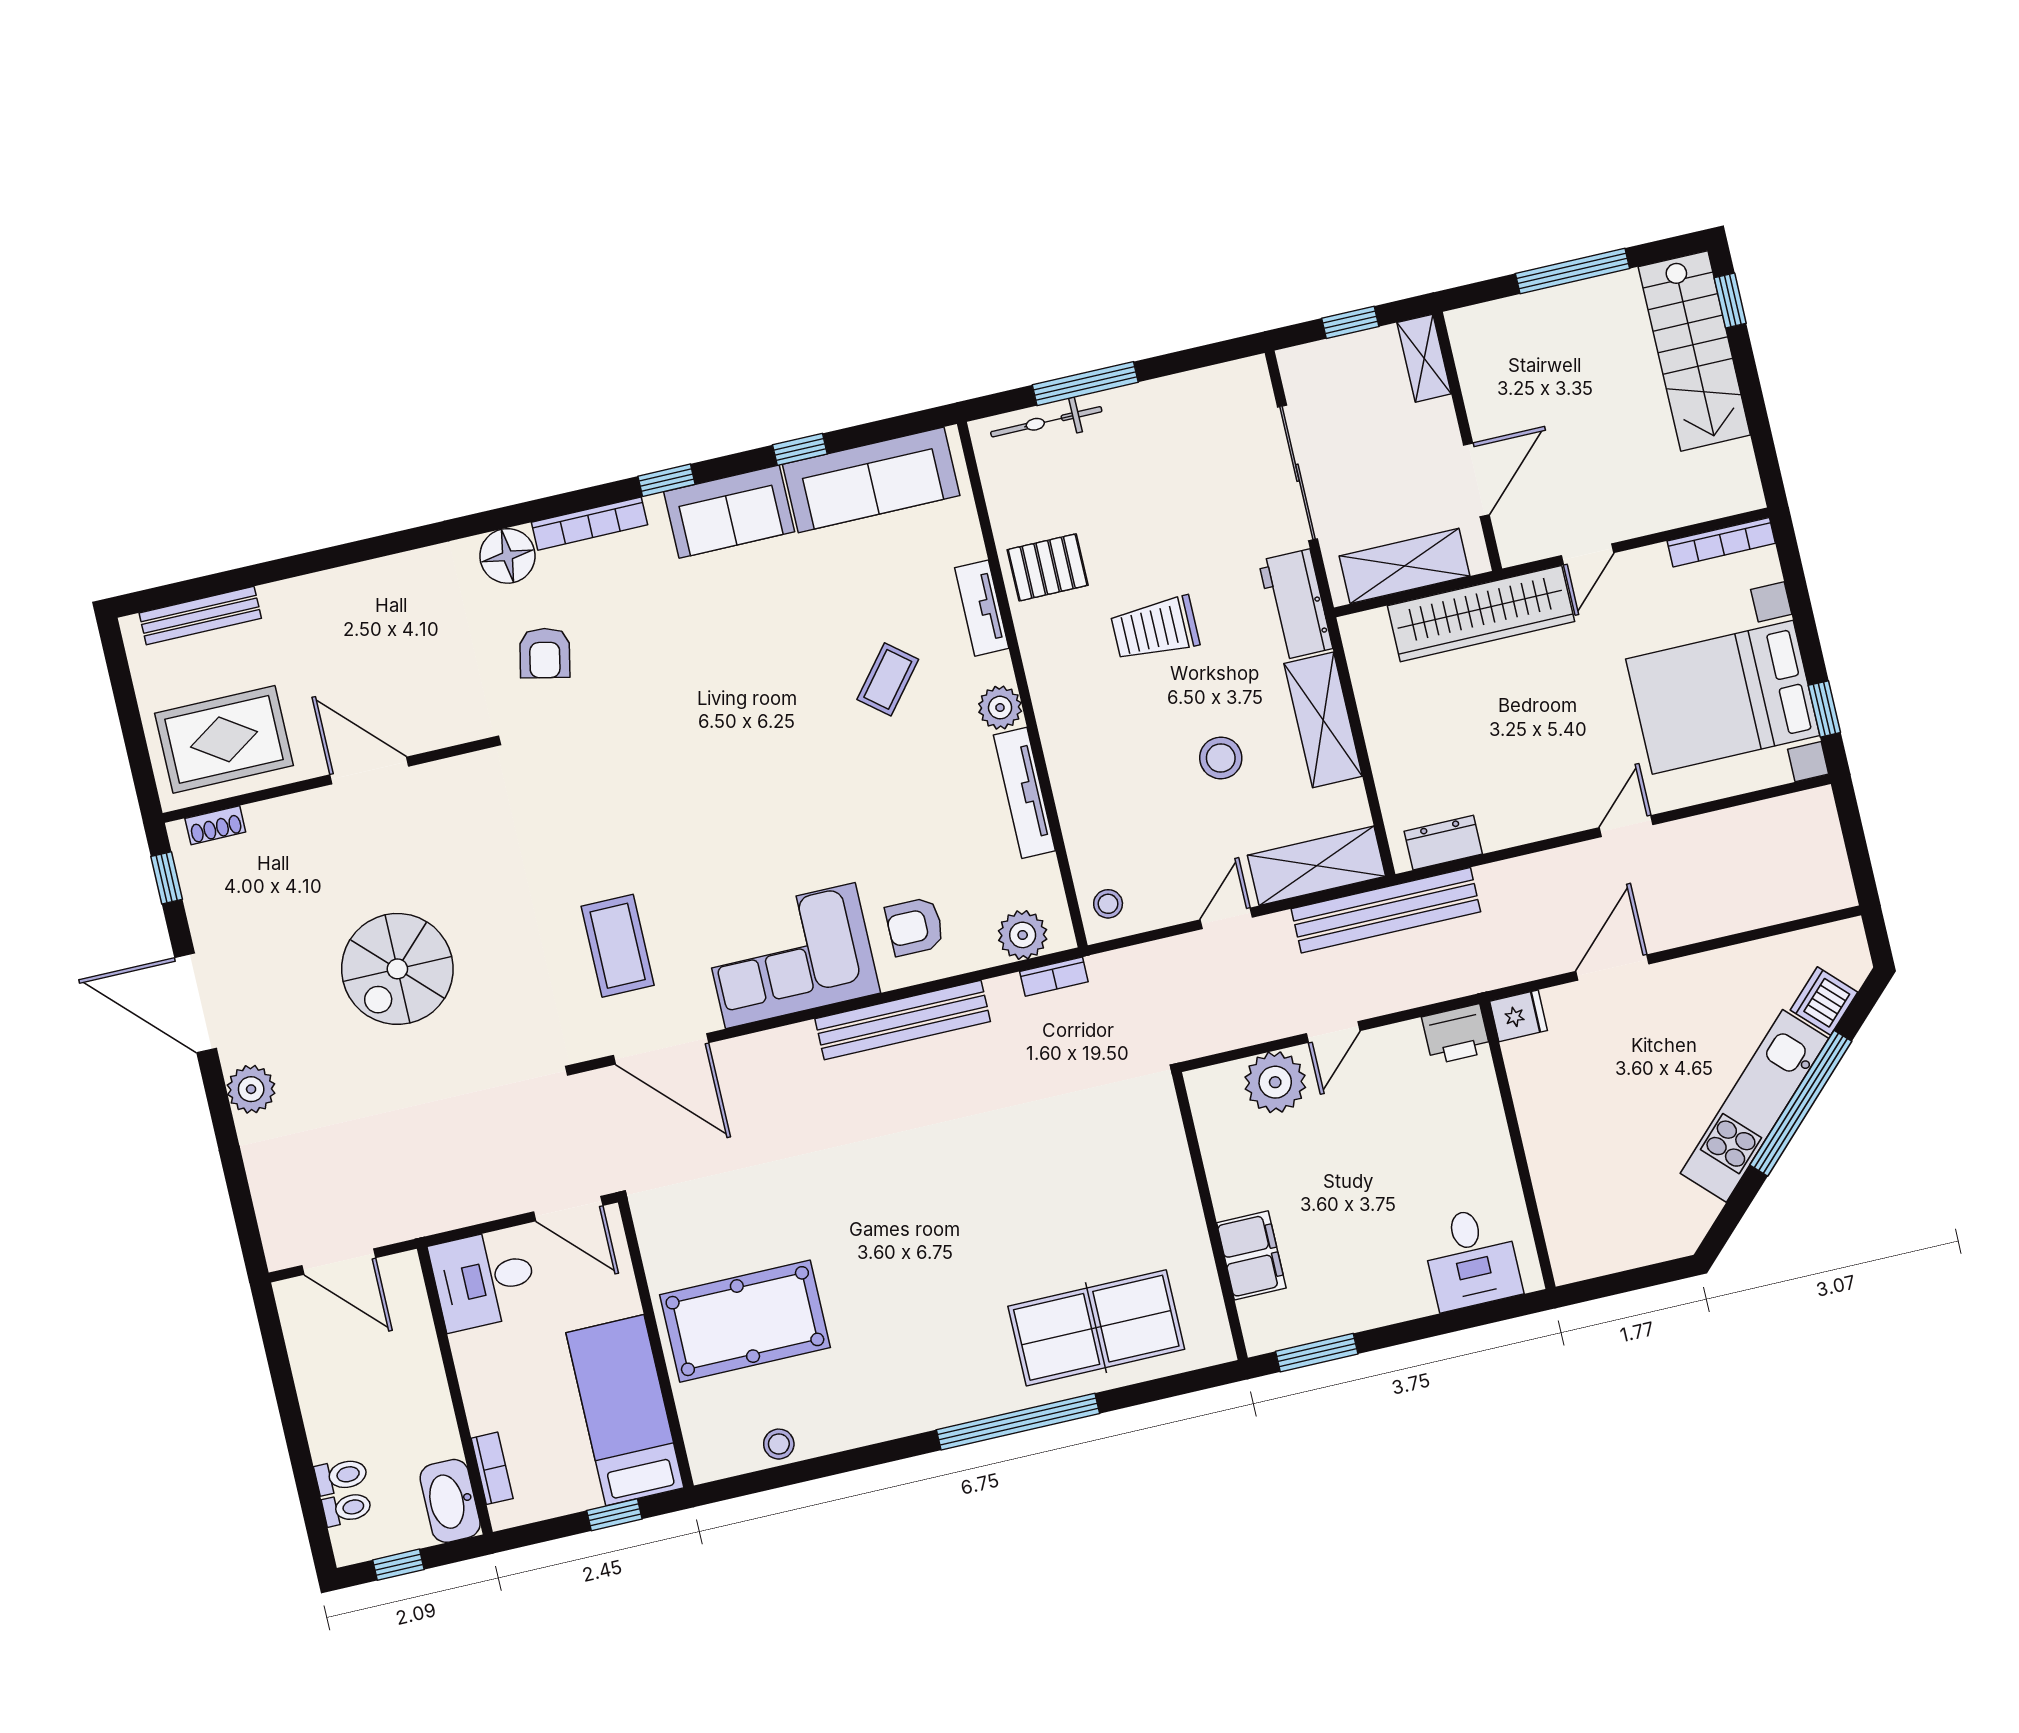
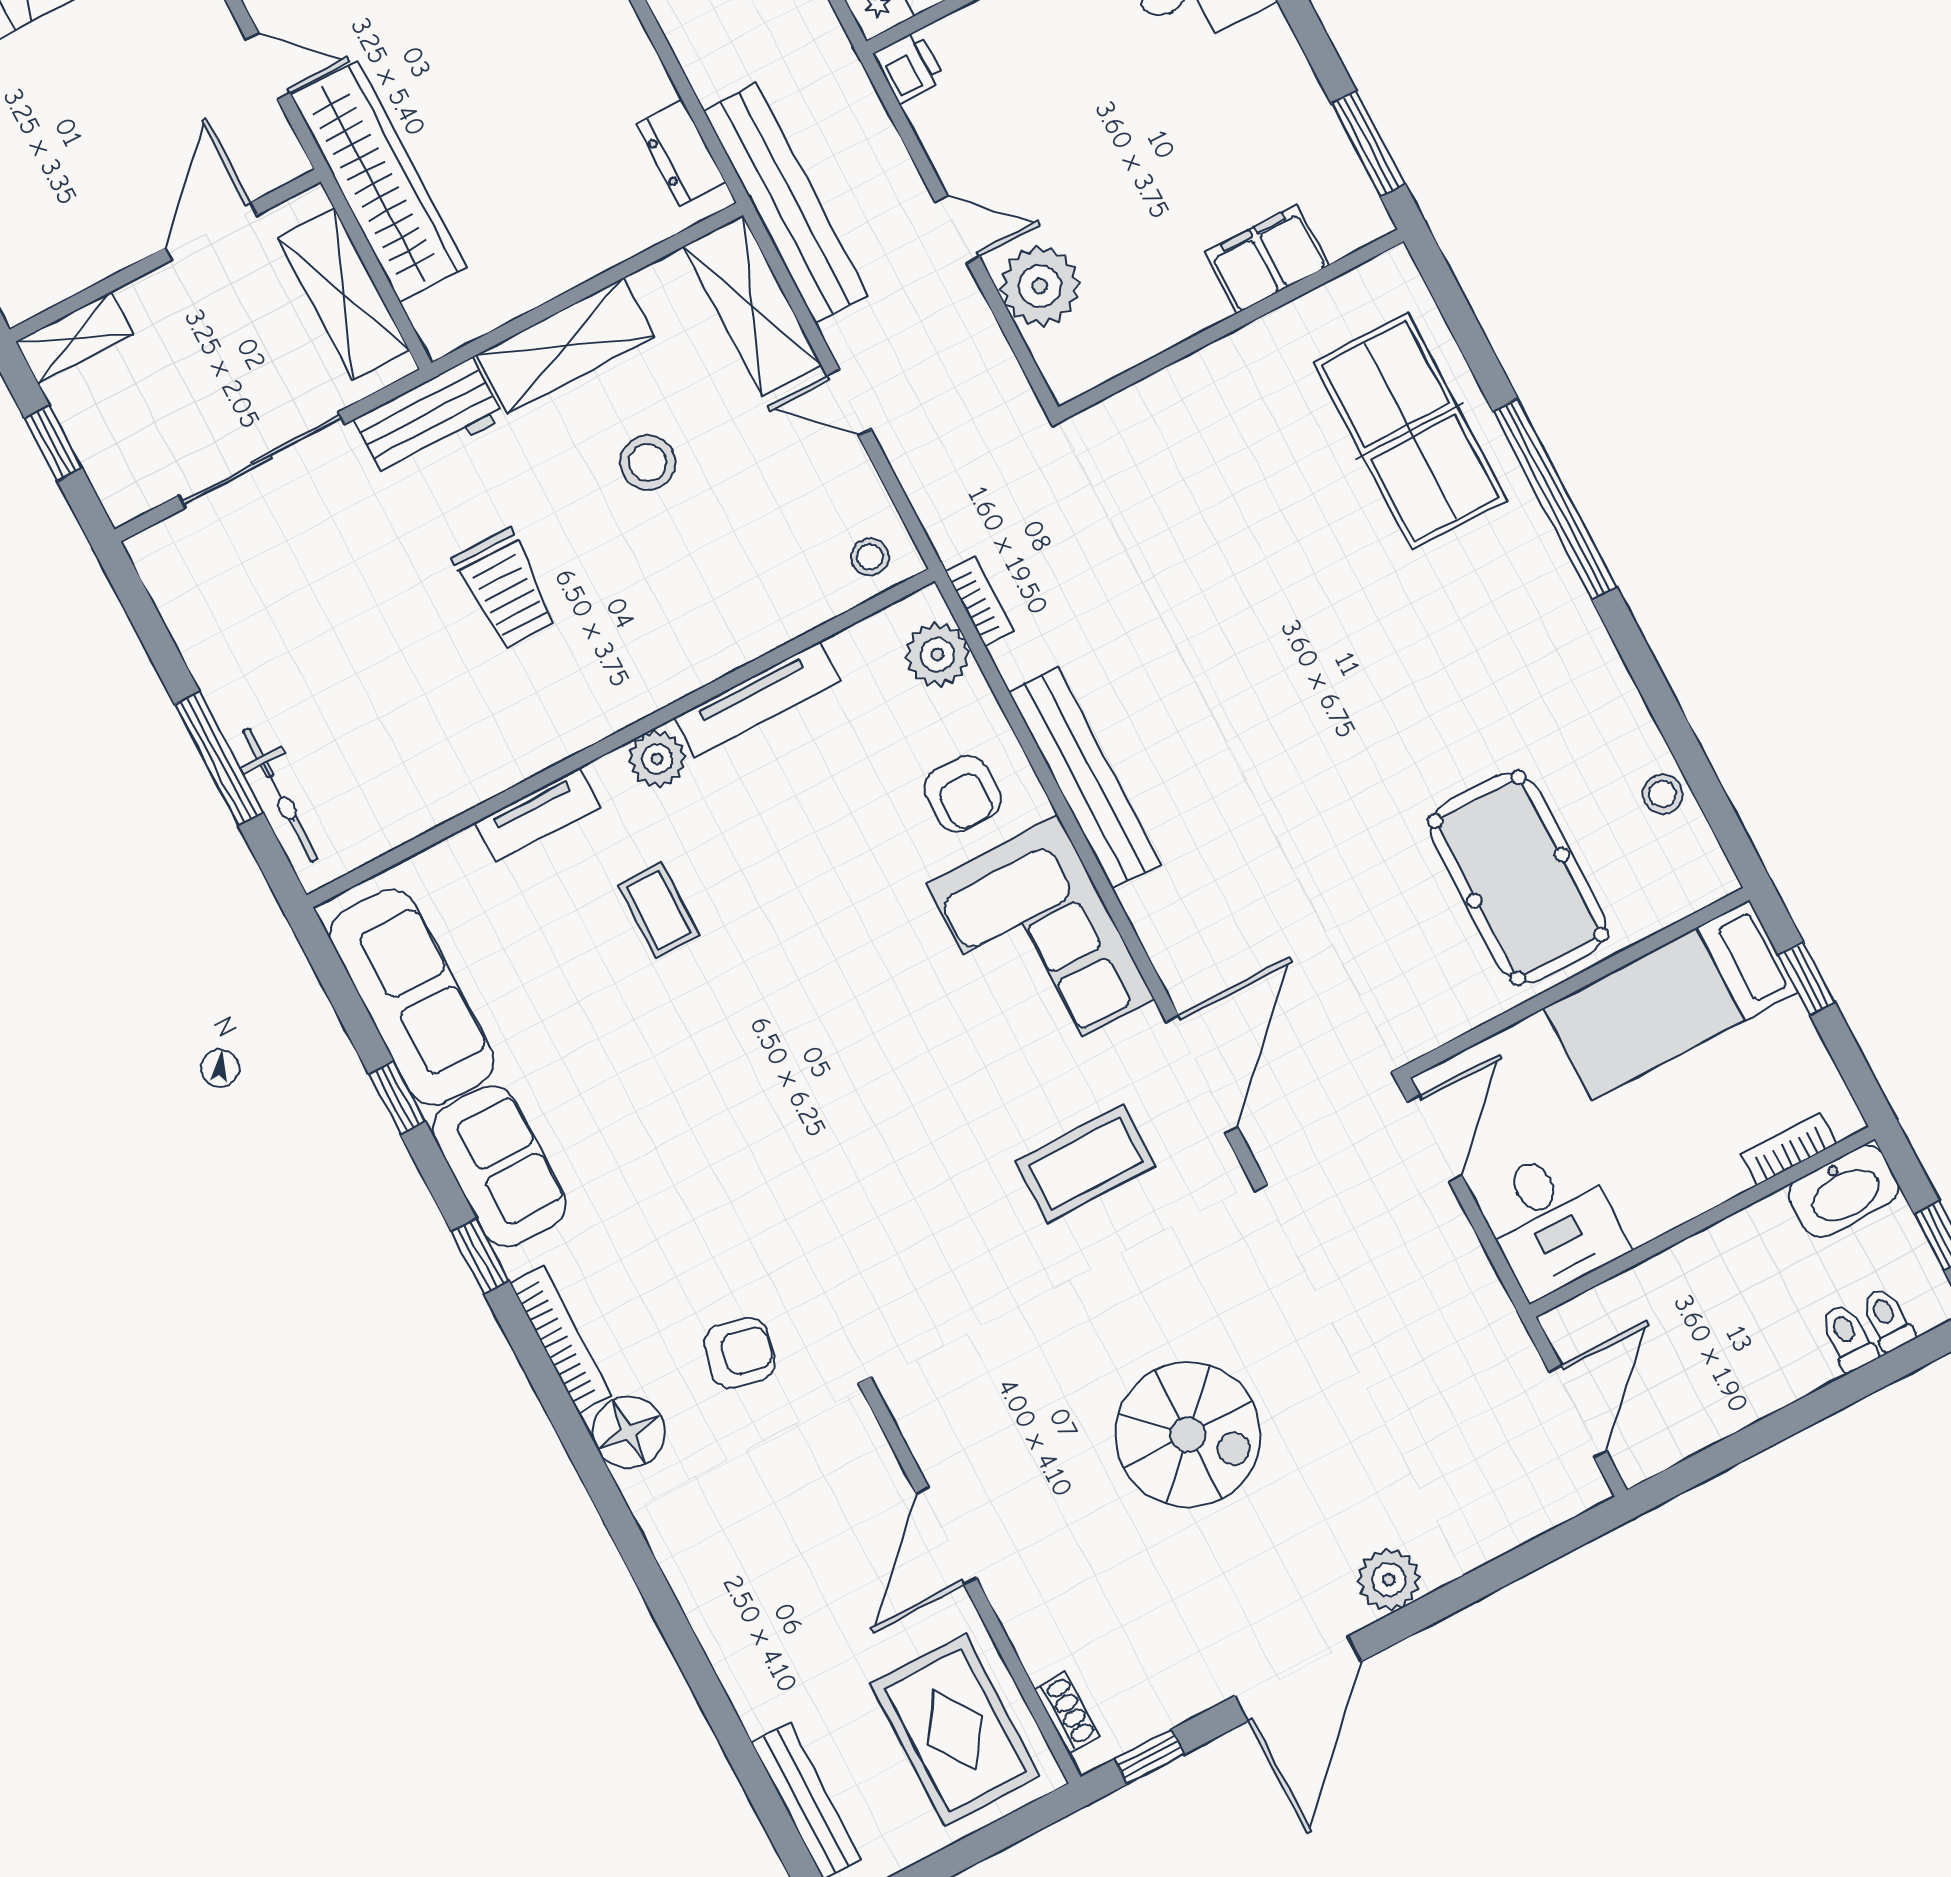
door: (1476, 480) -> (211, 231), hinge flipped
pallet: (1048, 567) -> (464, 745), removed
coffee table: (888, 679) -> (659, 910), turned 51
printer: (1456, 1034) -> (909, 67), width x0.73, depth x0.81

